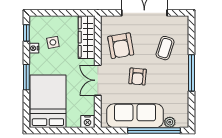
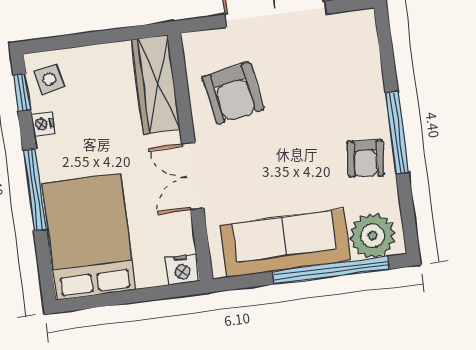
side table: (53, 42) -> (49, 79), moved
coffee table: (165, 48) -> (331, 86), removed
window: (26, 77) -> (35, 190), width x1.44
armchair: (138, 77) -> (366, 158), moved
plant: (170, 122) -> (373, 236), width x1.88, depth x1.88

